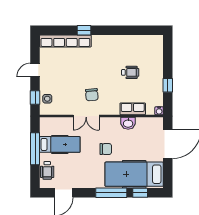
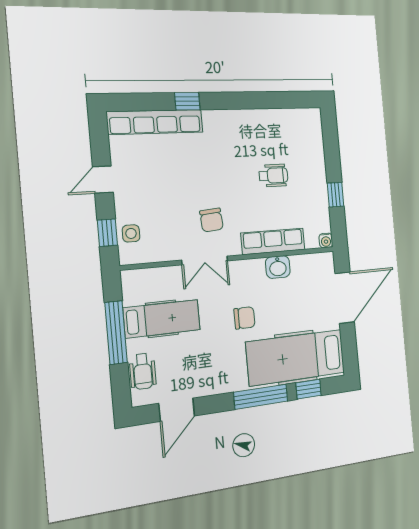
row of seats: (133, 109) -> (273, 241), width x1.48

